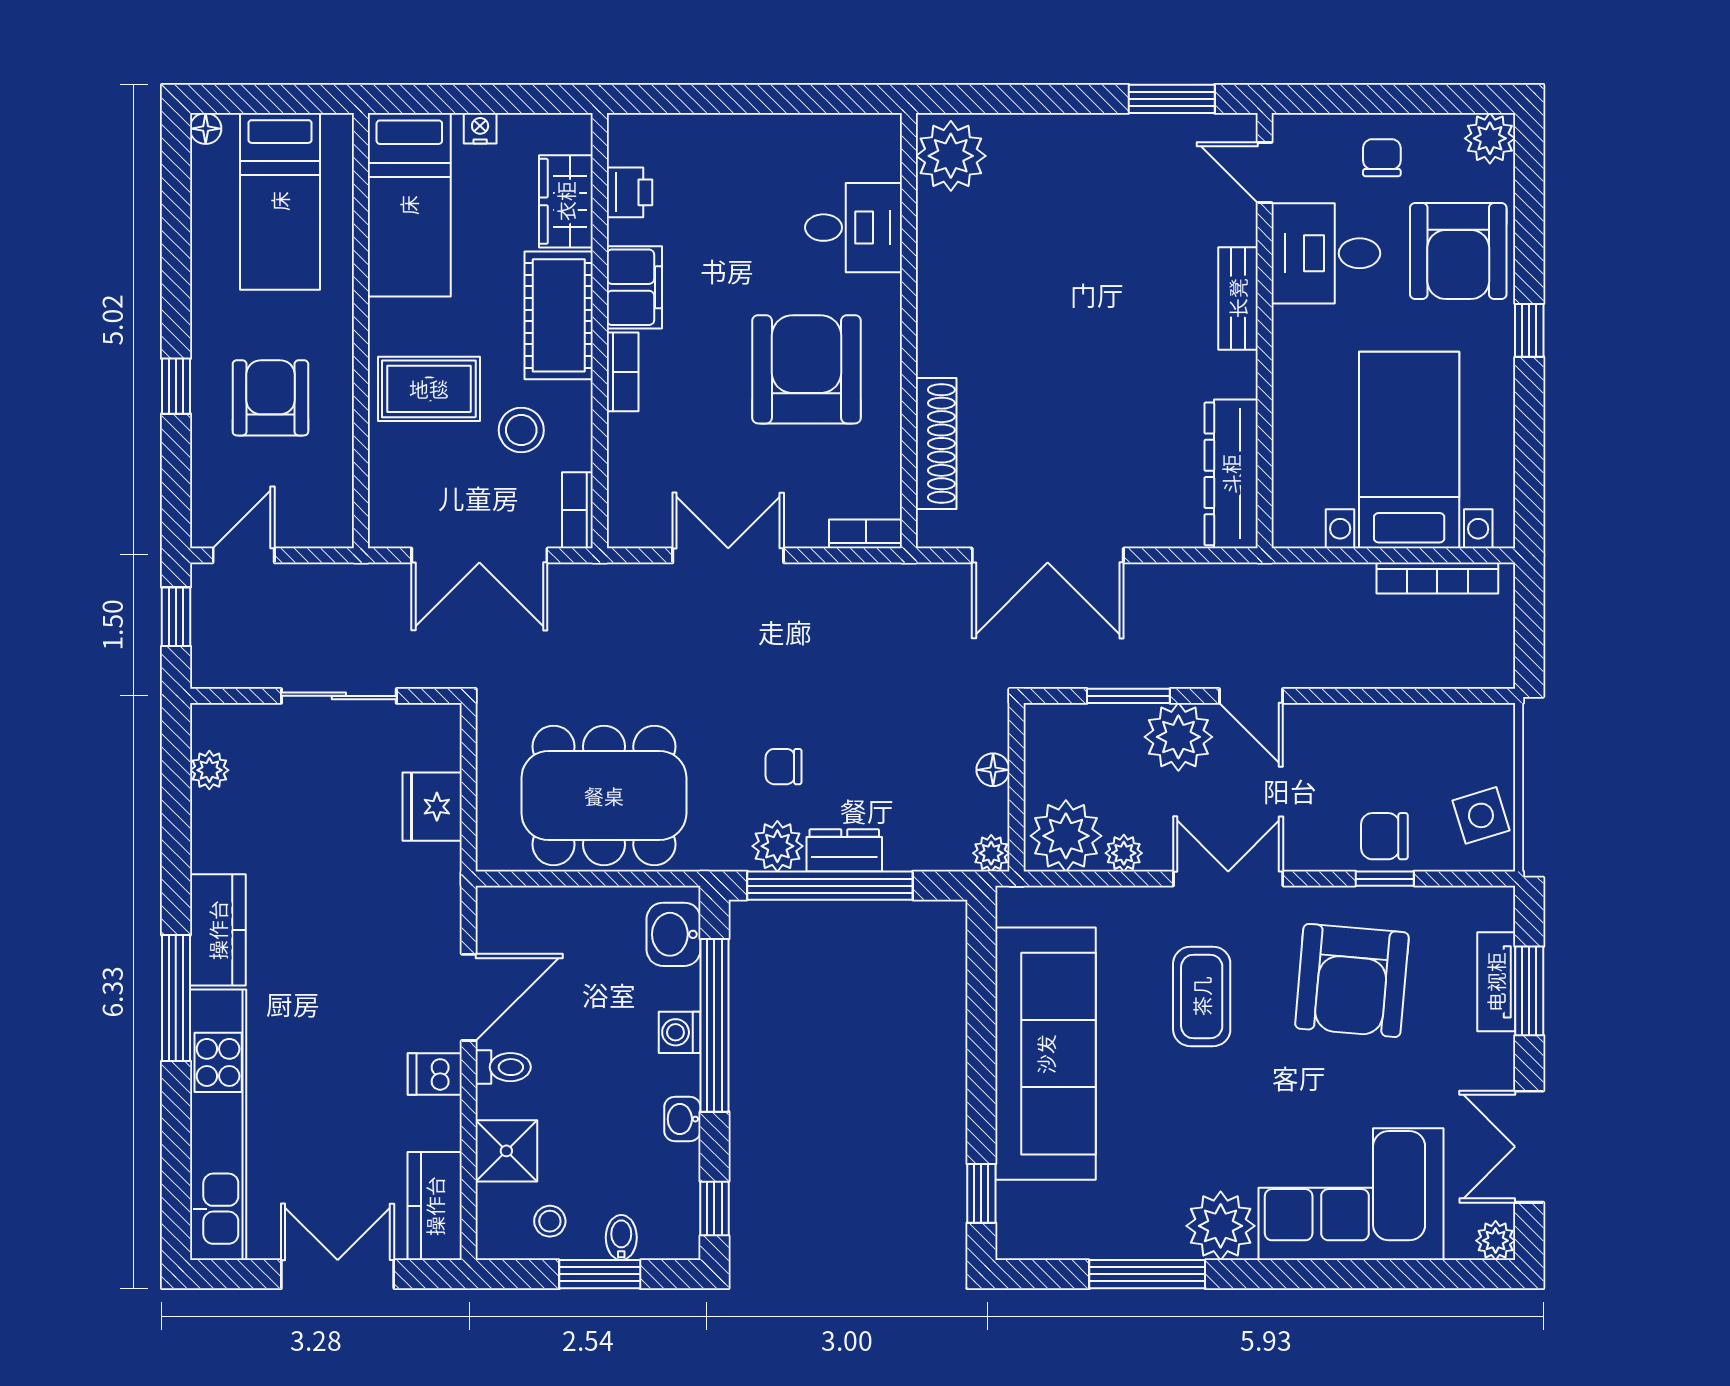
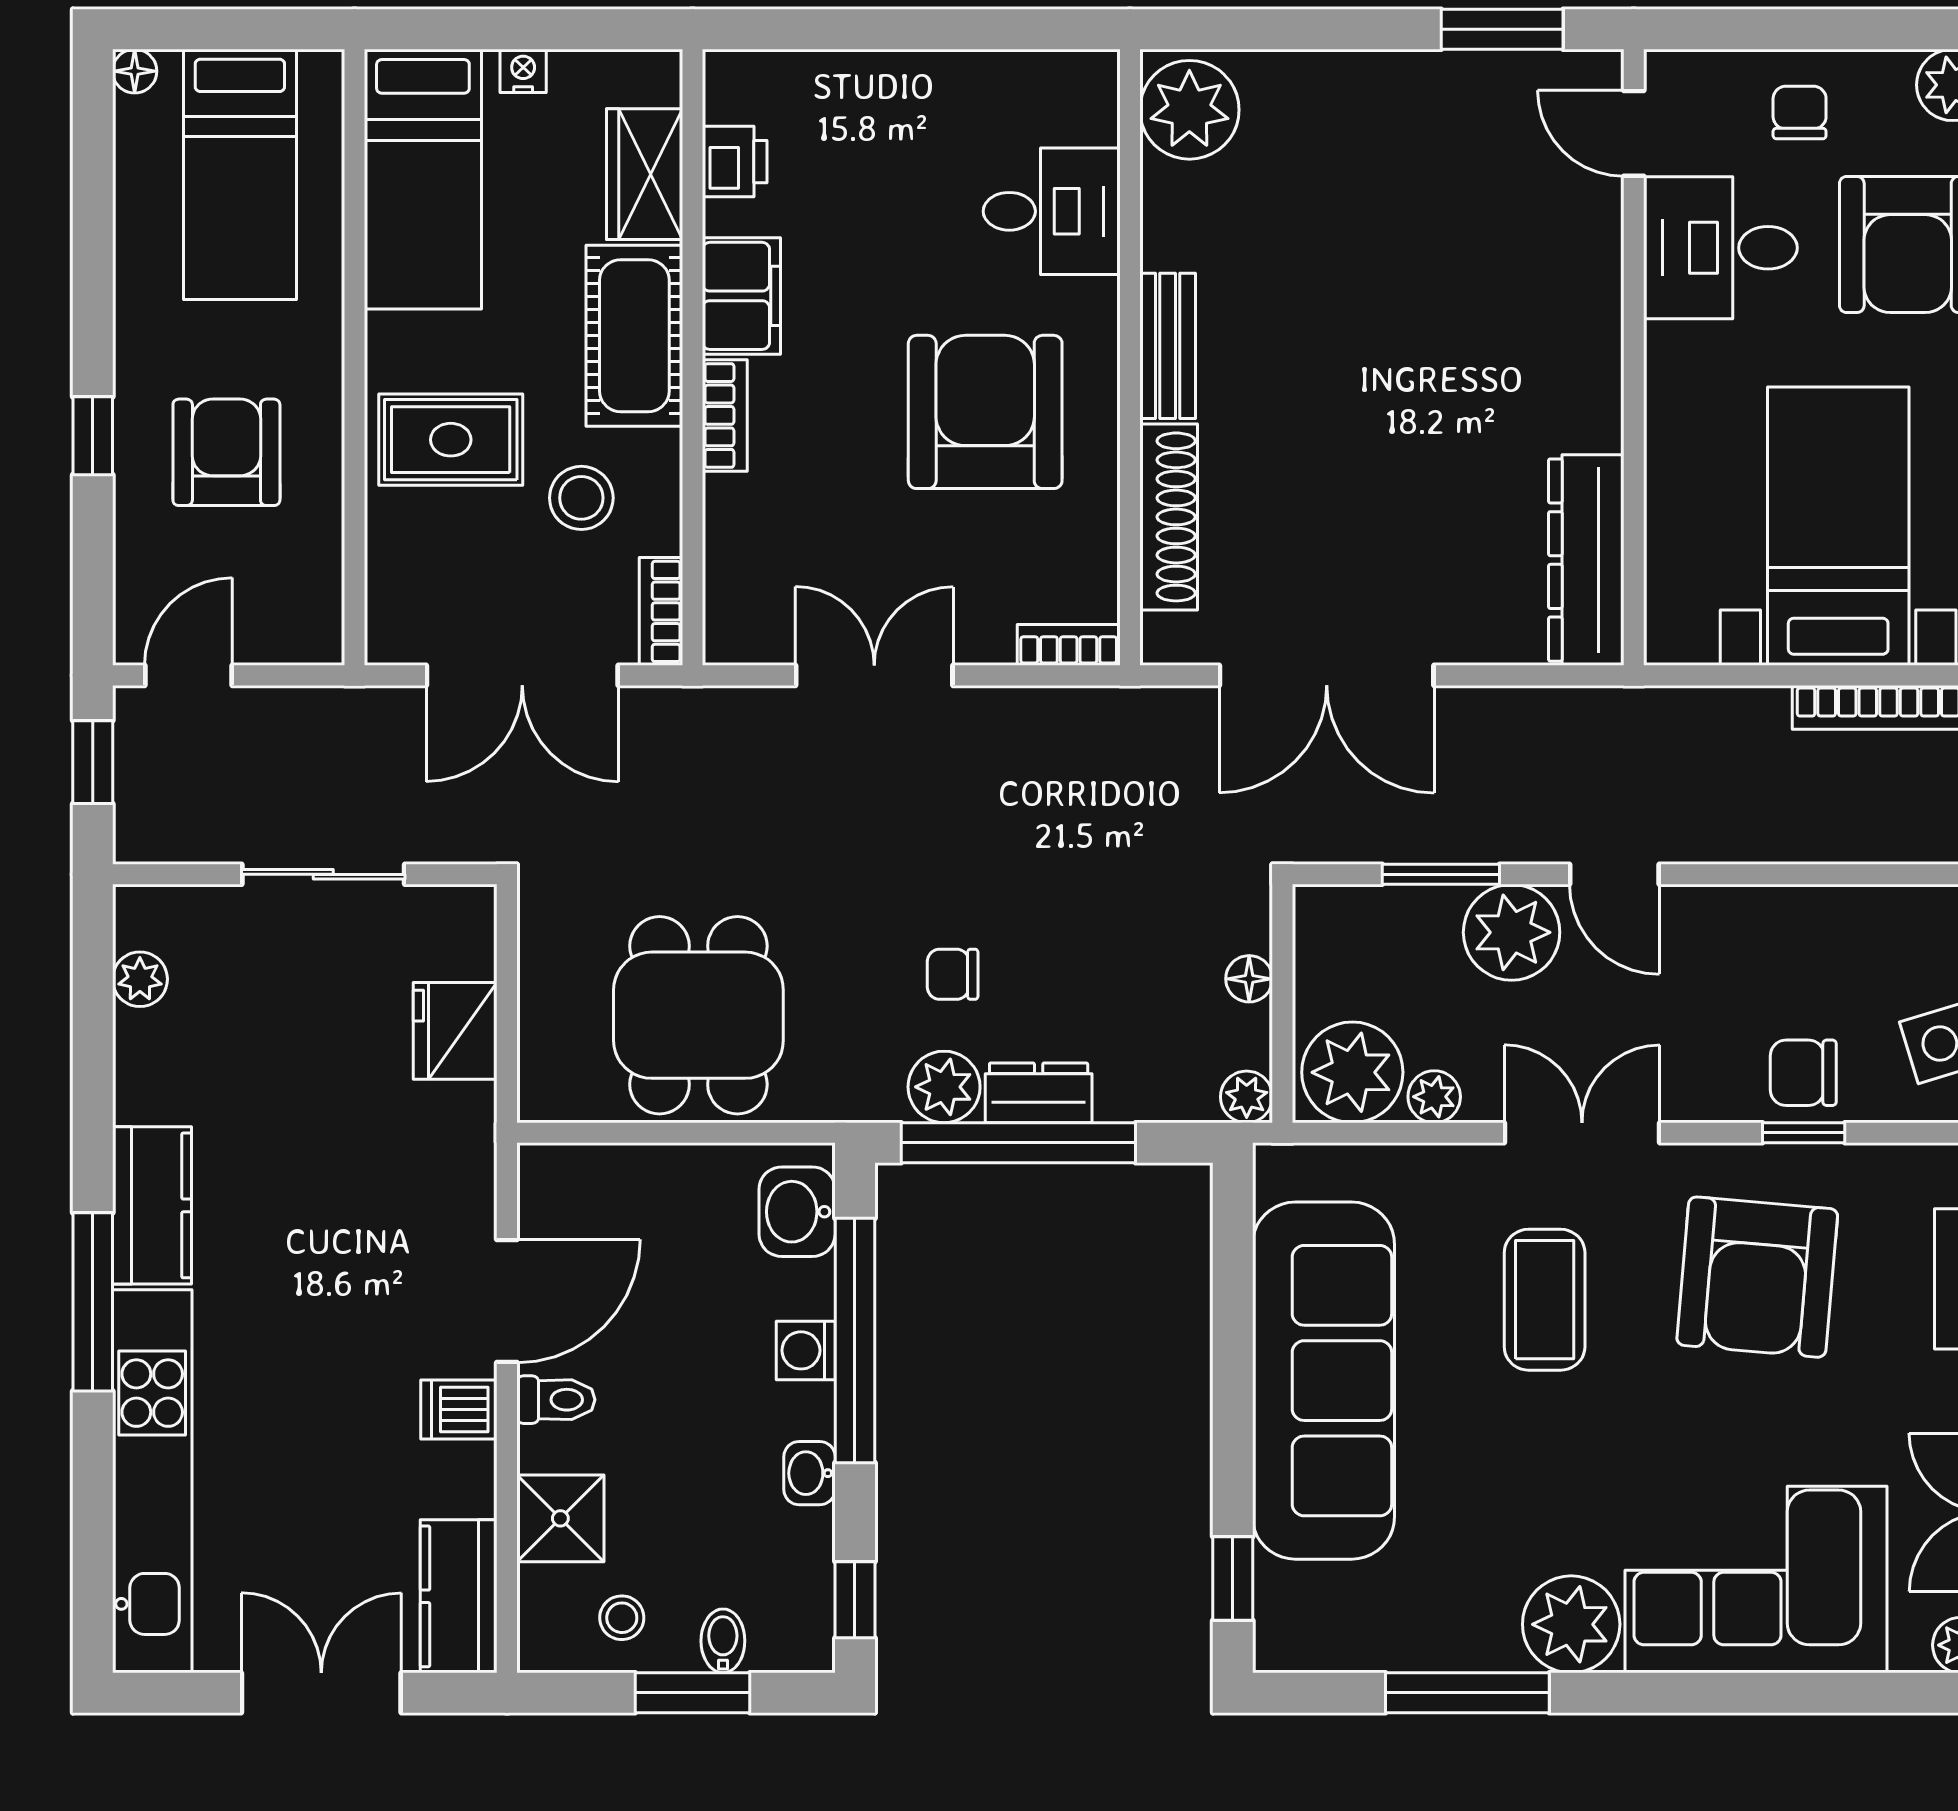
bench: (1238, 298) -> (1168, 346), moved
dining table: (604, 796) -> (698, 1015), width x0.73

